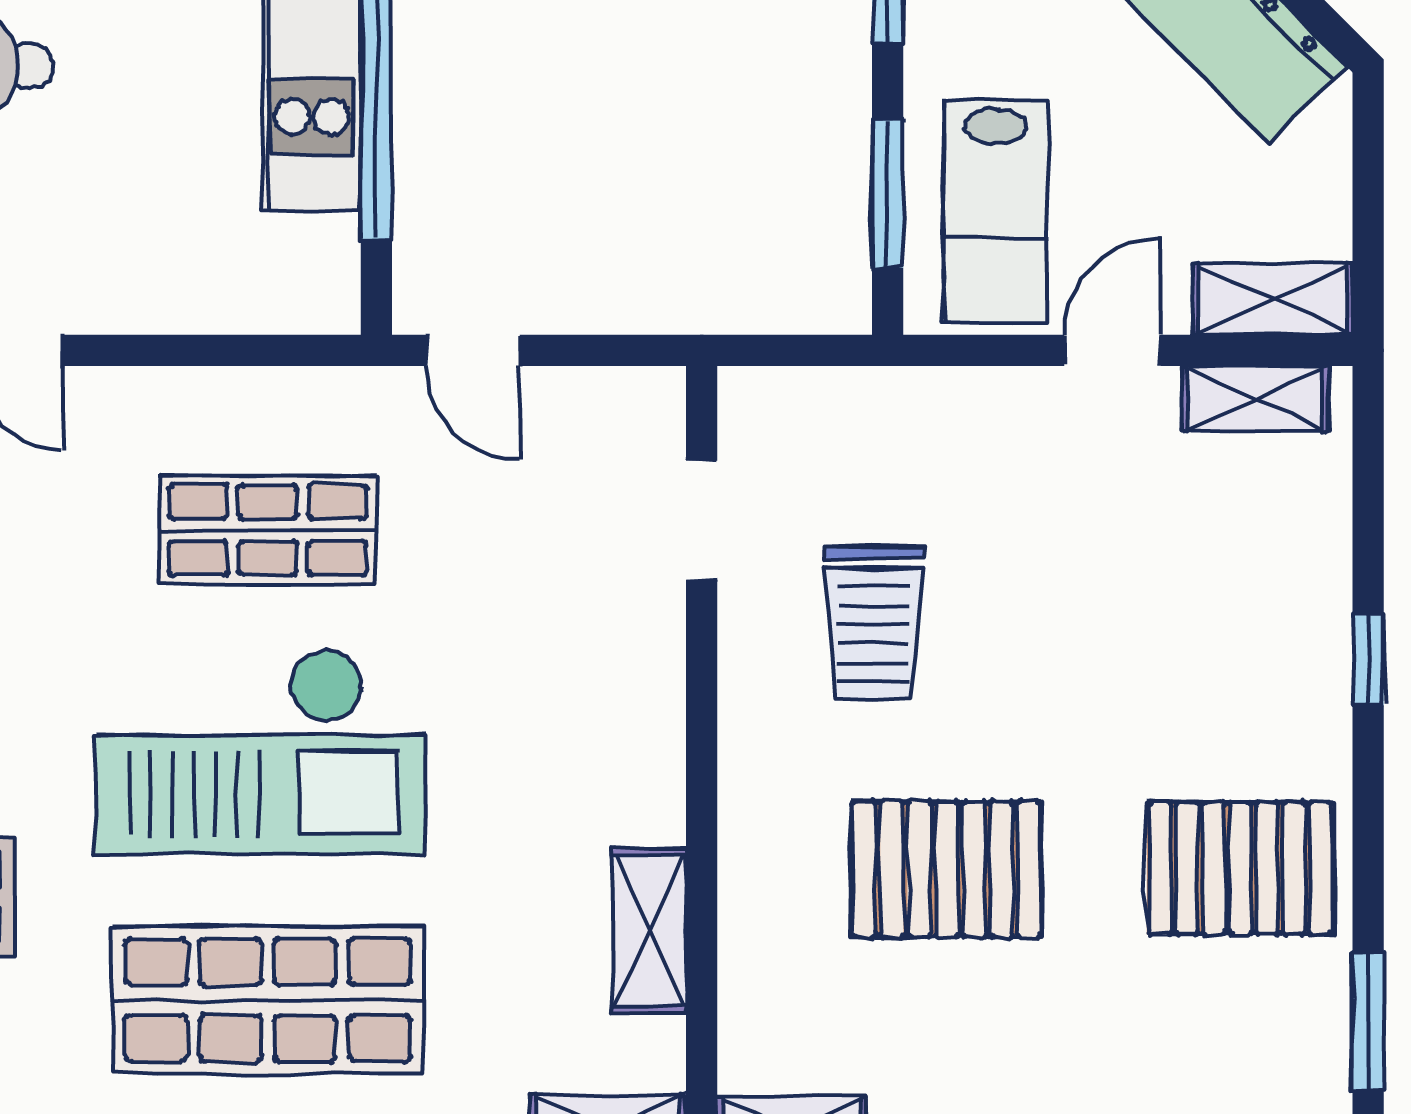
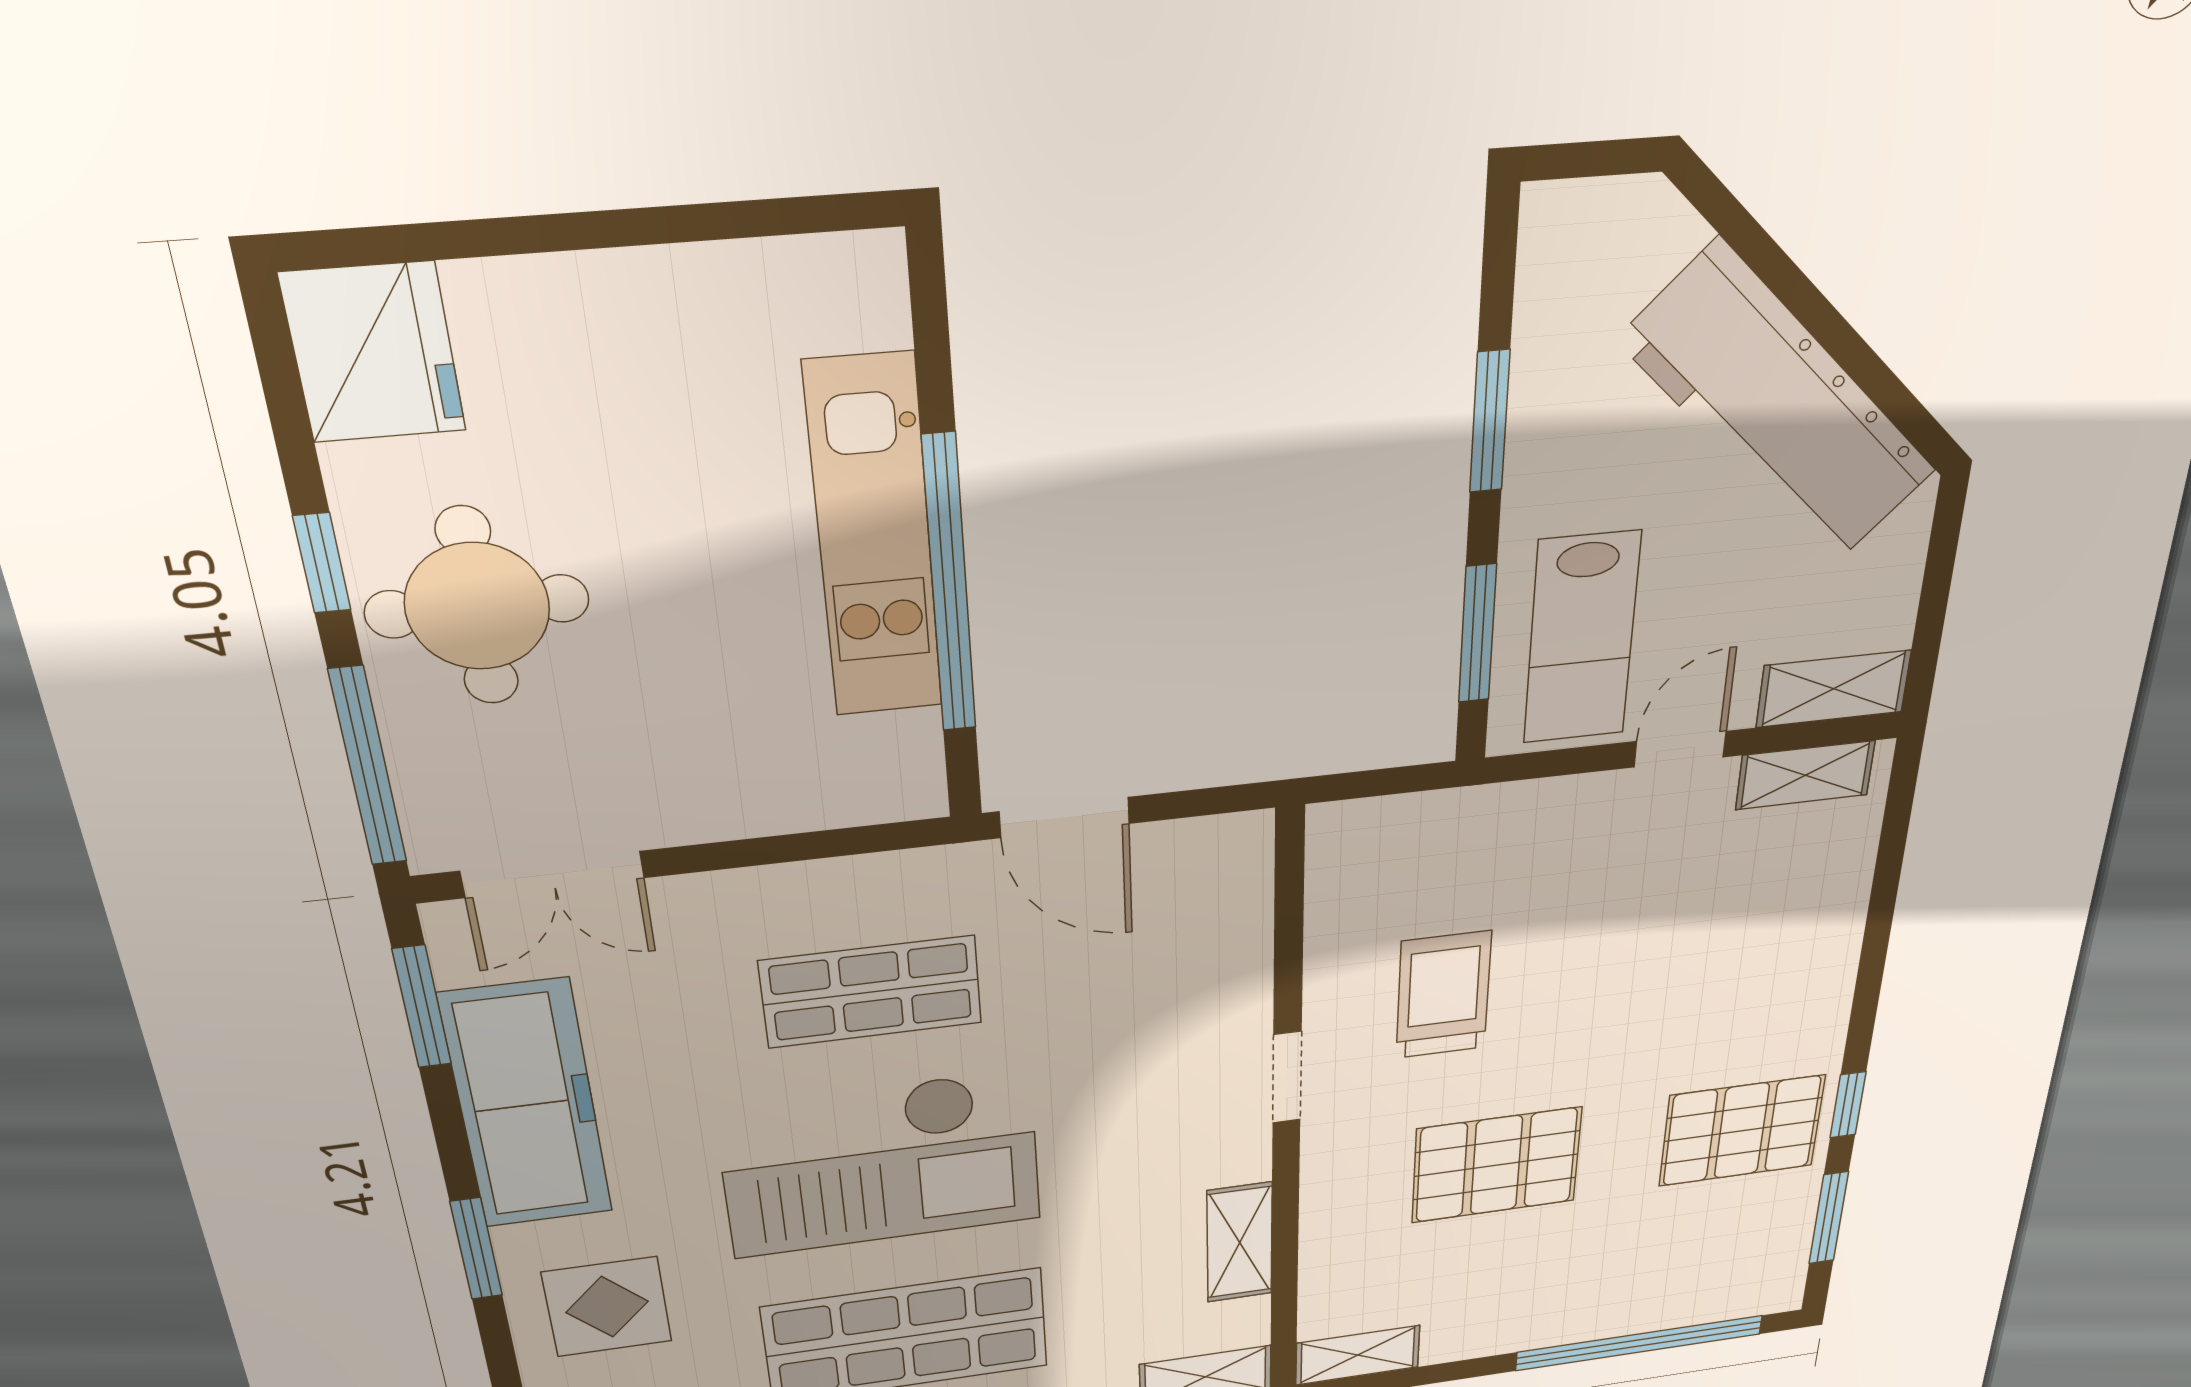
door: (473, 350) -> (1064, 818), width x1.37
doorway: (702, 520) -> (1287, 1077), moved
trolley: (873, 623) -> (1443, 995), turned 180
window: (1368, 659) -> (1848, 1105), moved

